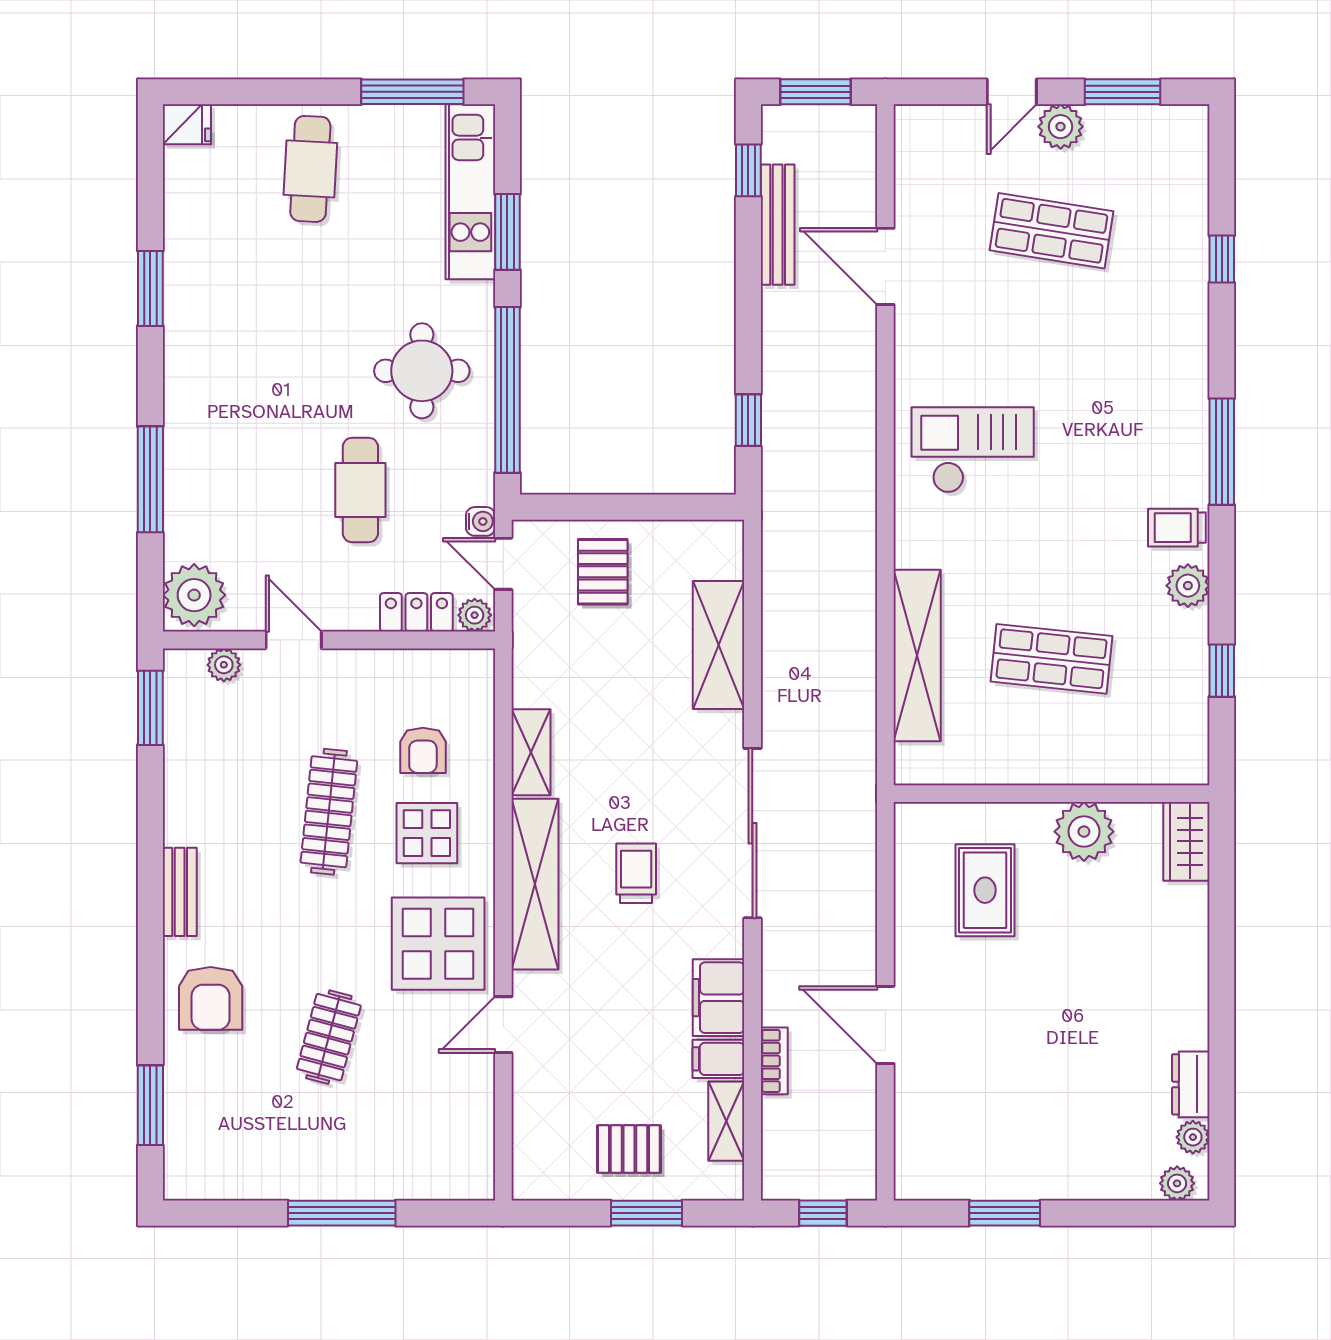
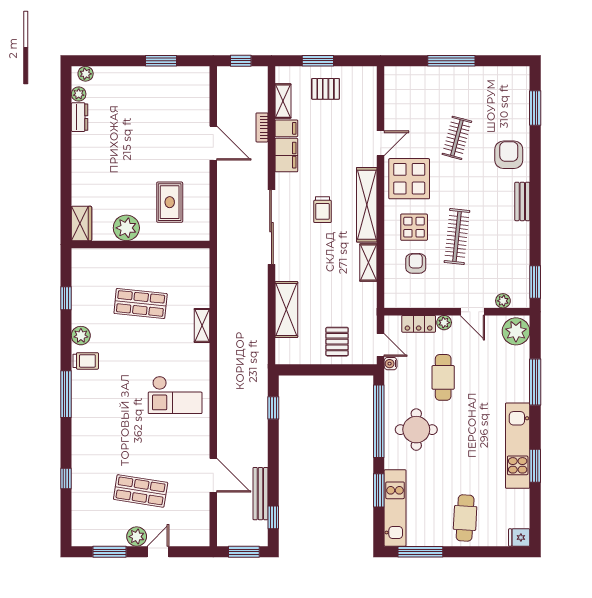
kitchen unit: (190, 334) -> (518, 446), added
plant: (475, 615) -> (444, 323), moved
shelving: (917, 656) -> (202, 325), width x0.45, depth x0.75

